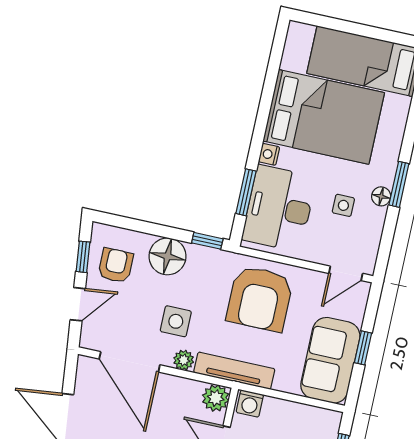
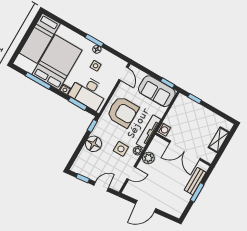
window: (269, 88) -> (38, 81), added
armchair: (116, 265) -> (90, 166), removed
door: (78, 304) -> (101, 186), hinge flipped
window: (363, 348) -> (168, 83), moved
door: (130, 362) -> (131, 173), width x0.53
plant: (216, 398) -> (148, 158), moved

